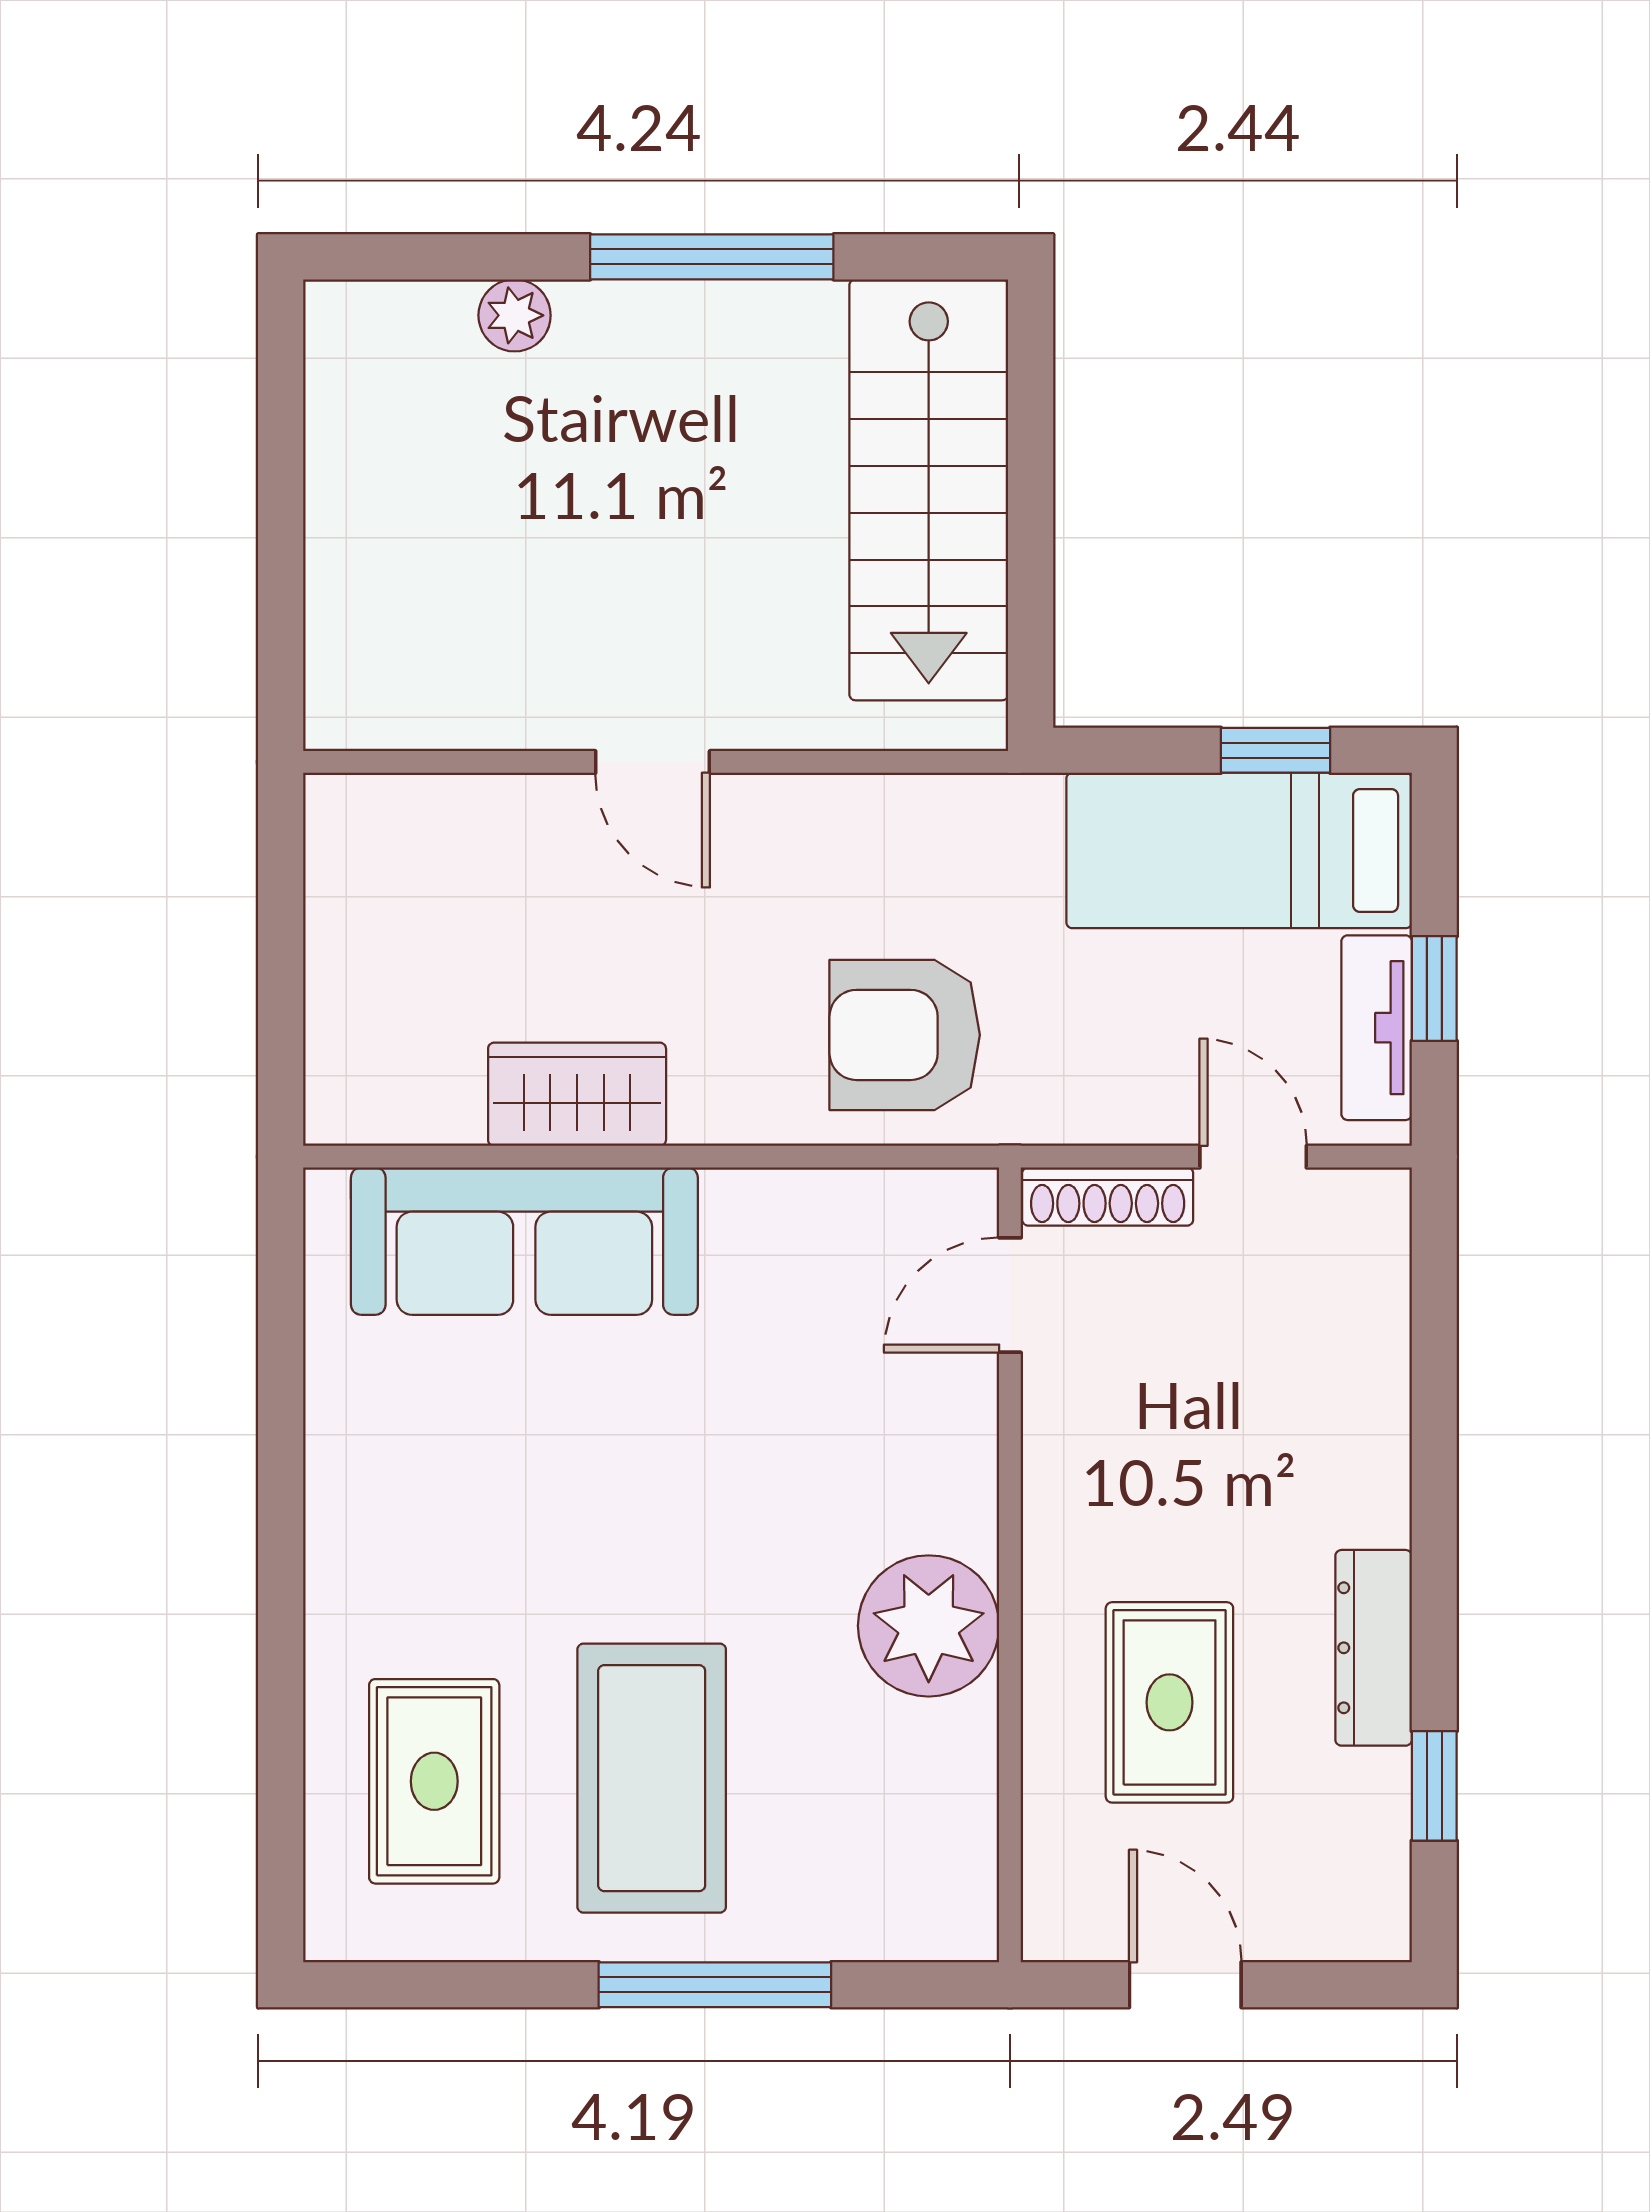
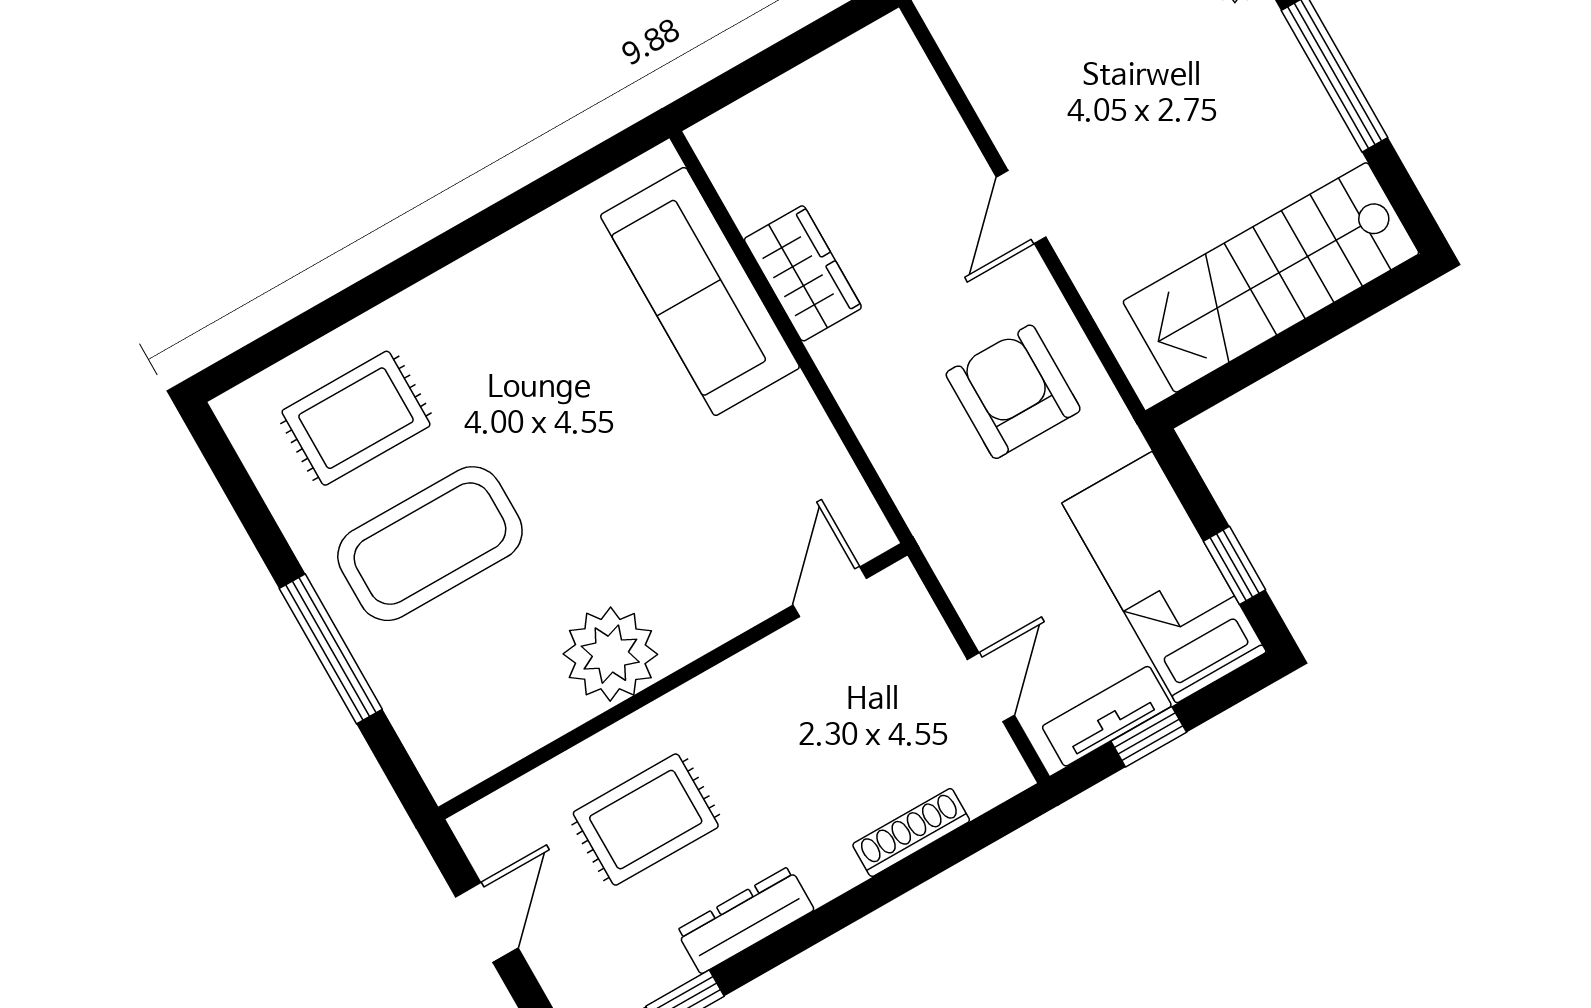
armchair: (905, 1035) -> (1013, 392), moved
shoe rack: (1108, 1197) -> (911, 833), moved, turned 90
door: (1010, 1295) -> (830, 592), hinge flipped

